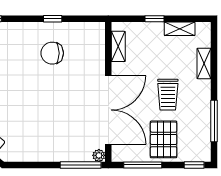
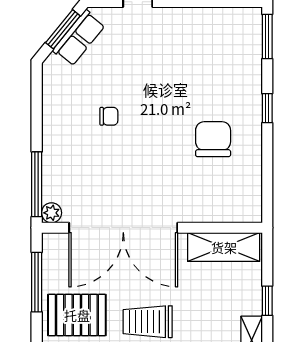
window: (53, 19) -> (267, 108), moved
shelving: (118, 46) -> (224, 247), width x1.50, depth x1.33
chair: (38, 119) -> (109, 116), added

